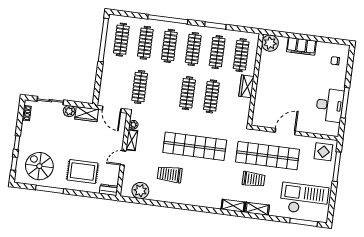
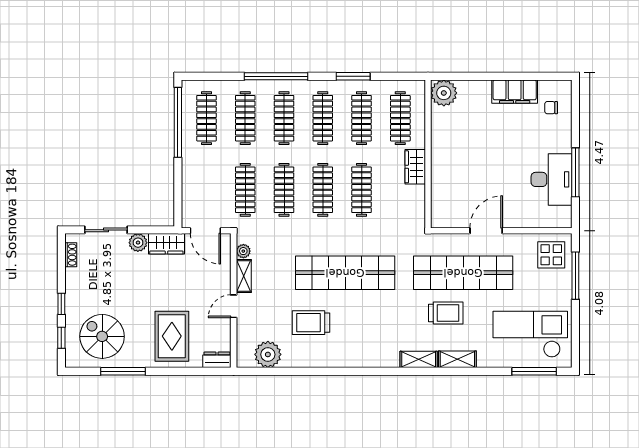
filing cabinet: (301, 46) -> (515, 92), moved
clothes rail: (164, 90) -> (284, 190), added
rug: (82, 172) -> (172, 336), turned 90

